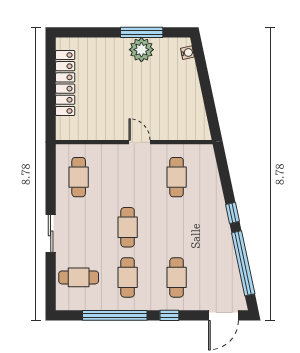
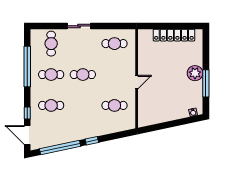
plant: (141, 50) -> (195, 73), moved
window: (169, 315) -> (27, 113), moved

